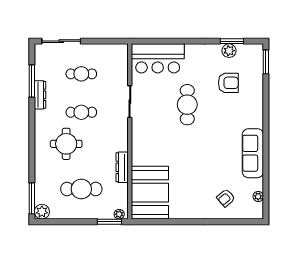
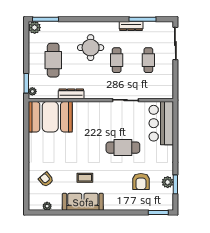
coffee table: (224, 151) -> (85, 178), added

